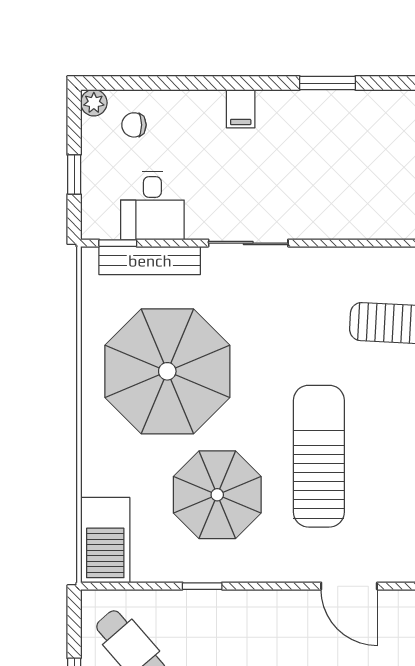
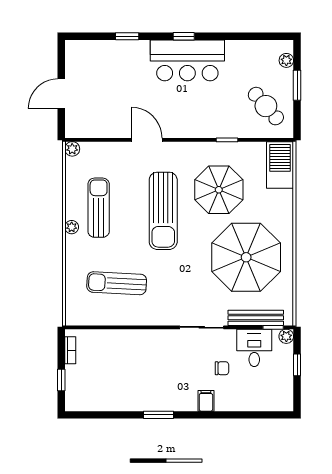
plant: (94, 103) -> (286, 336), moved
chair: (134, 125) -> (222, 368), moved

